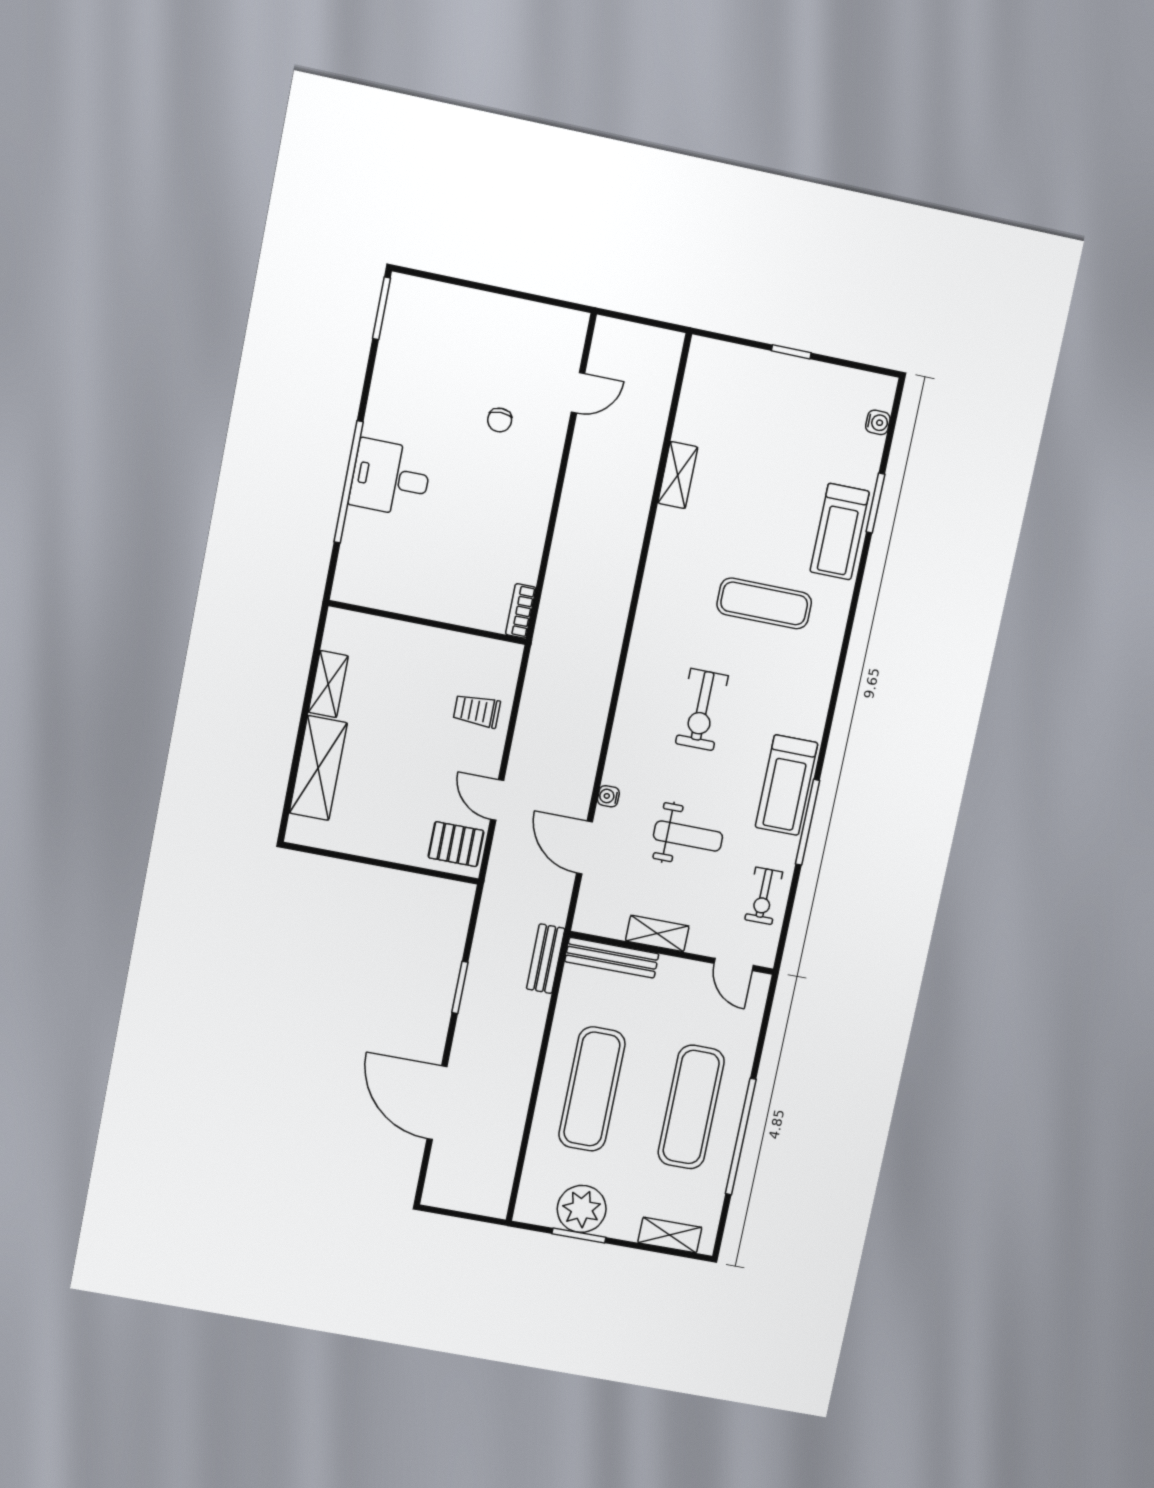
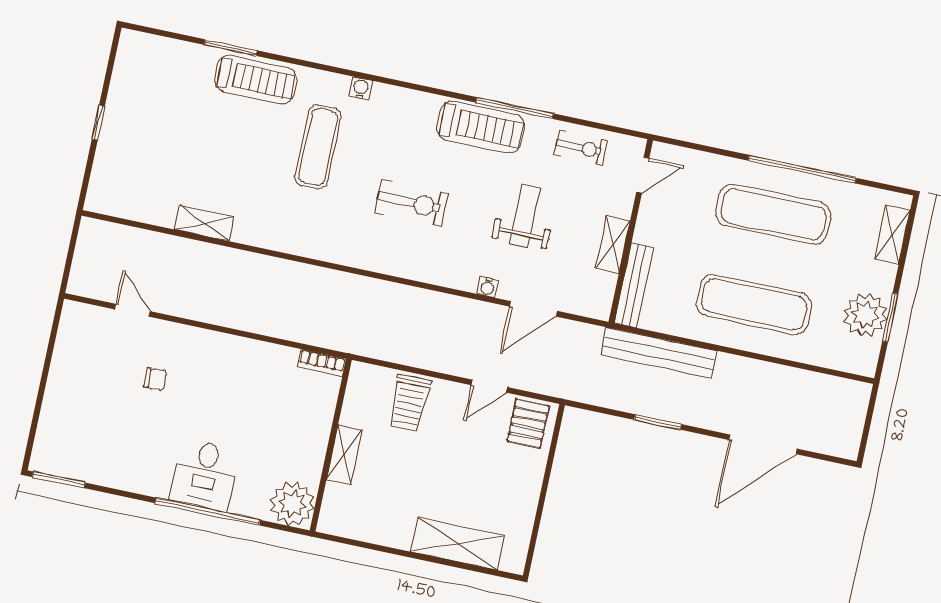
water cooler: (878, 422) -> (361, 88), moved
plant: (359, 580) -> (293, 504), added
shelving: (328, 684) -> (344, 455), moved, turned 90
trolley: (477, 711) -> (409, 403), width x1.36, depth x1.39
bench: (546, 959) -> (659, 353), width x1.86, depth x1.21

